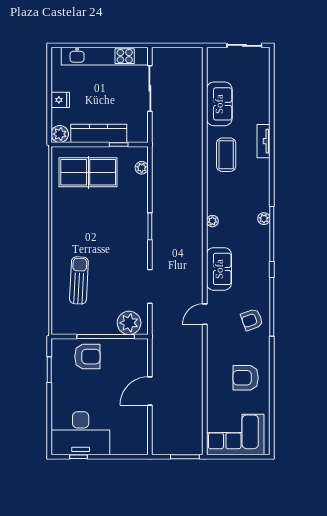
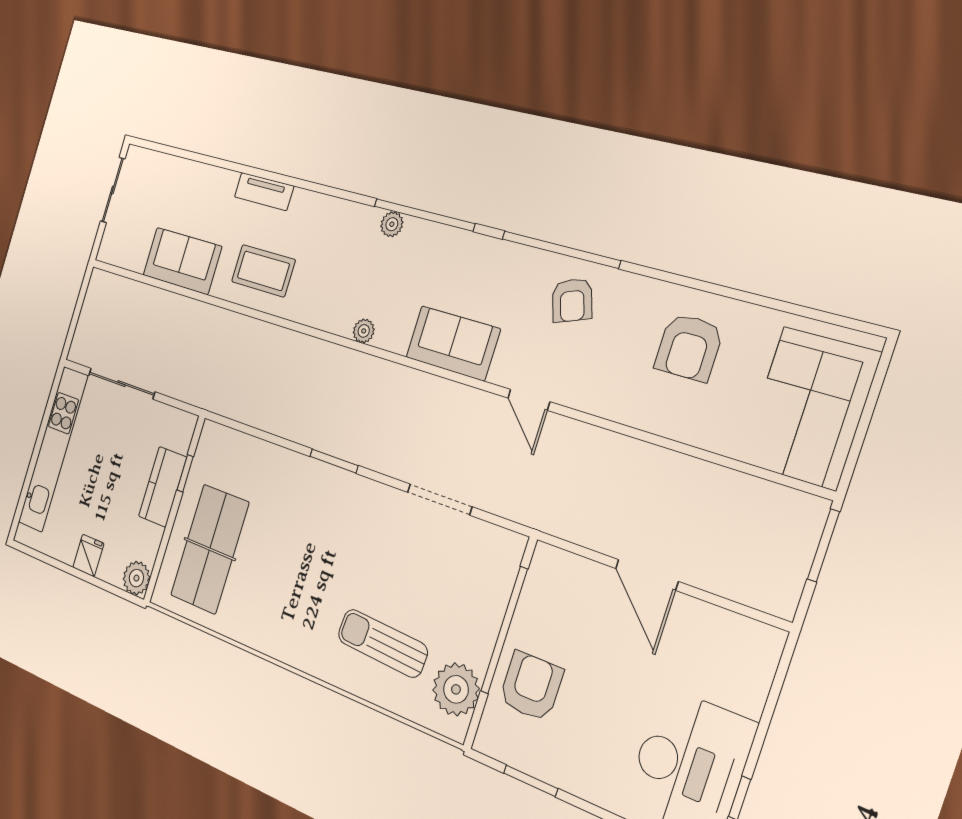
kitchen counter: (99, 133) -> (163, 487), width x0.67
plant: (142, 168) -> (234, 442), removed
plant: (129, 323) -> (456, 689), moved

